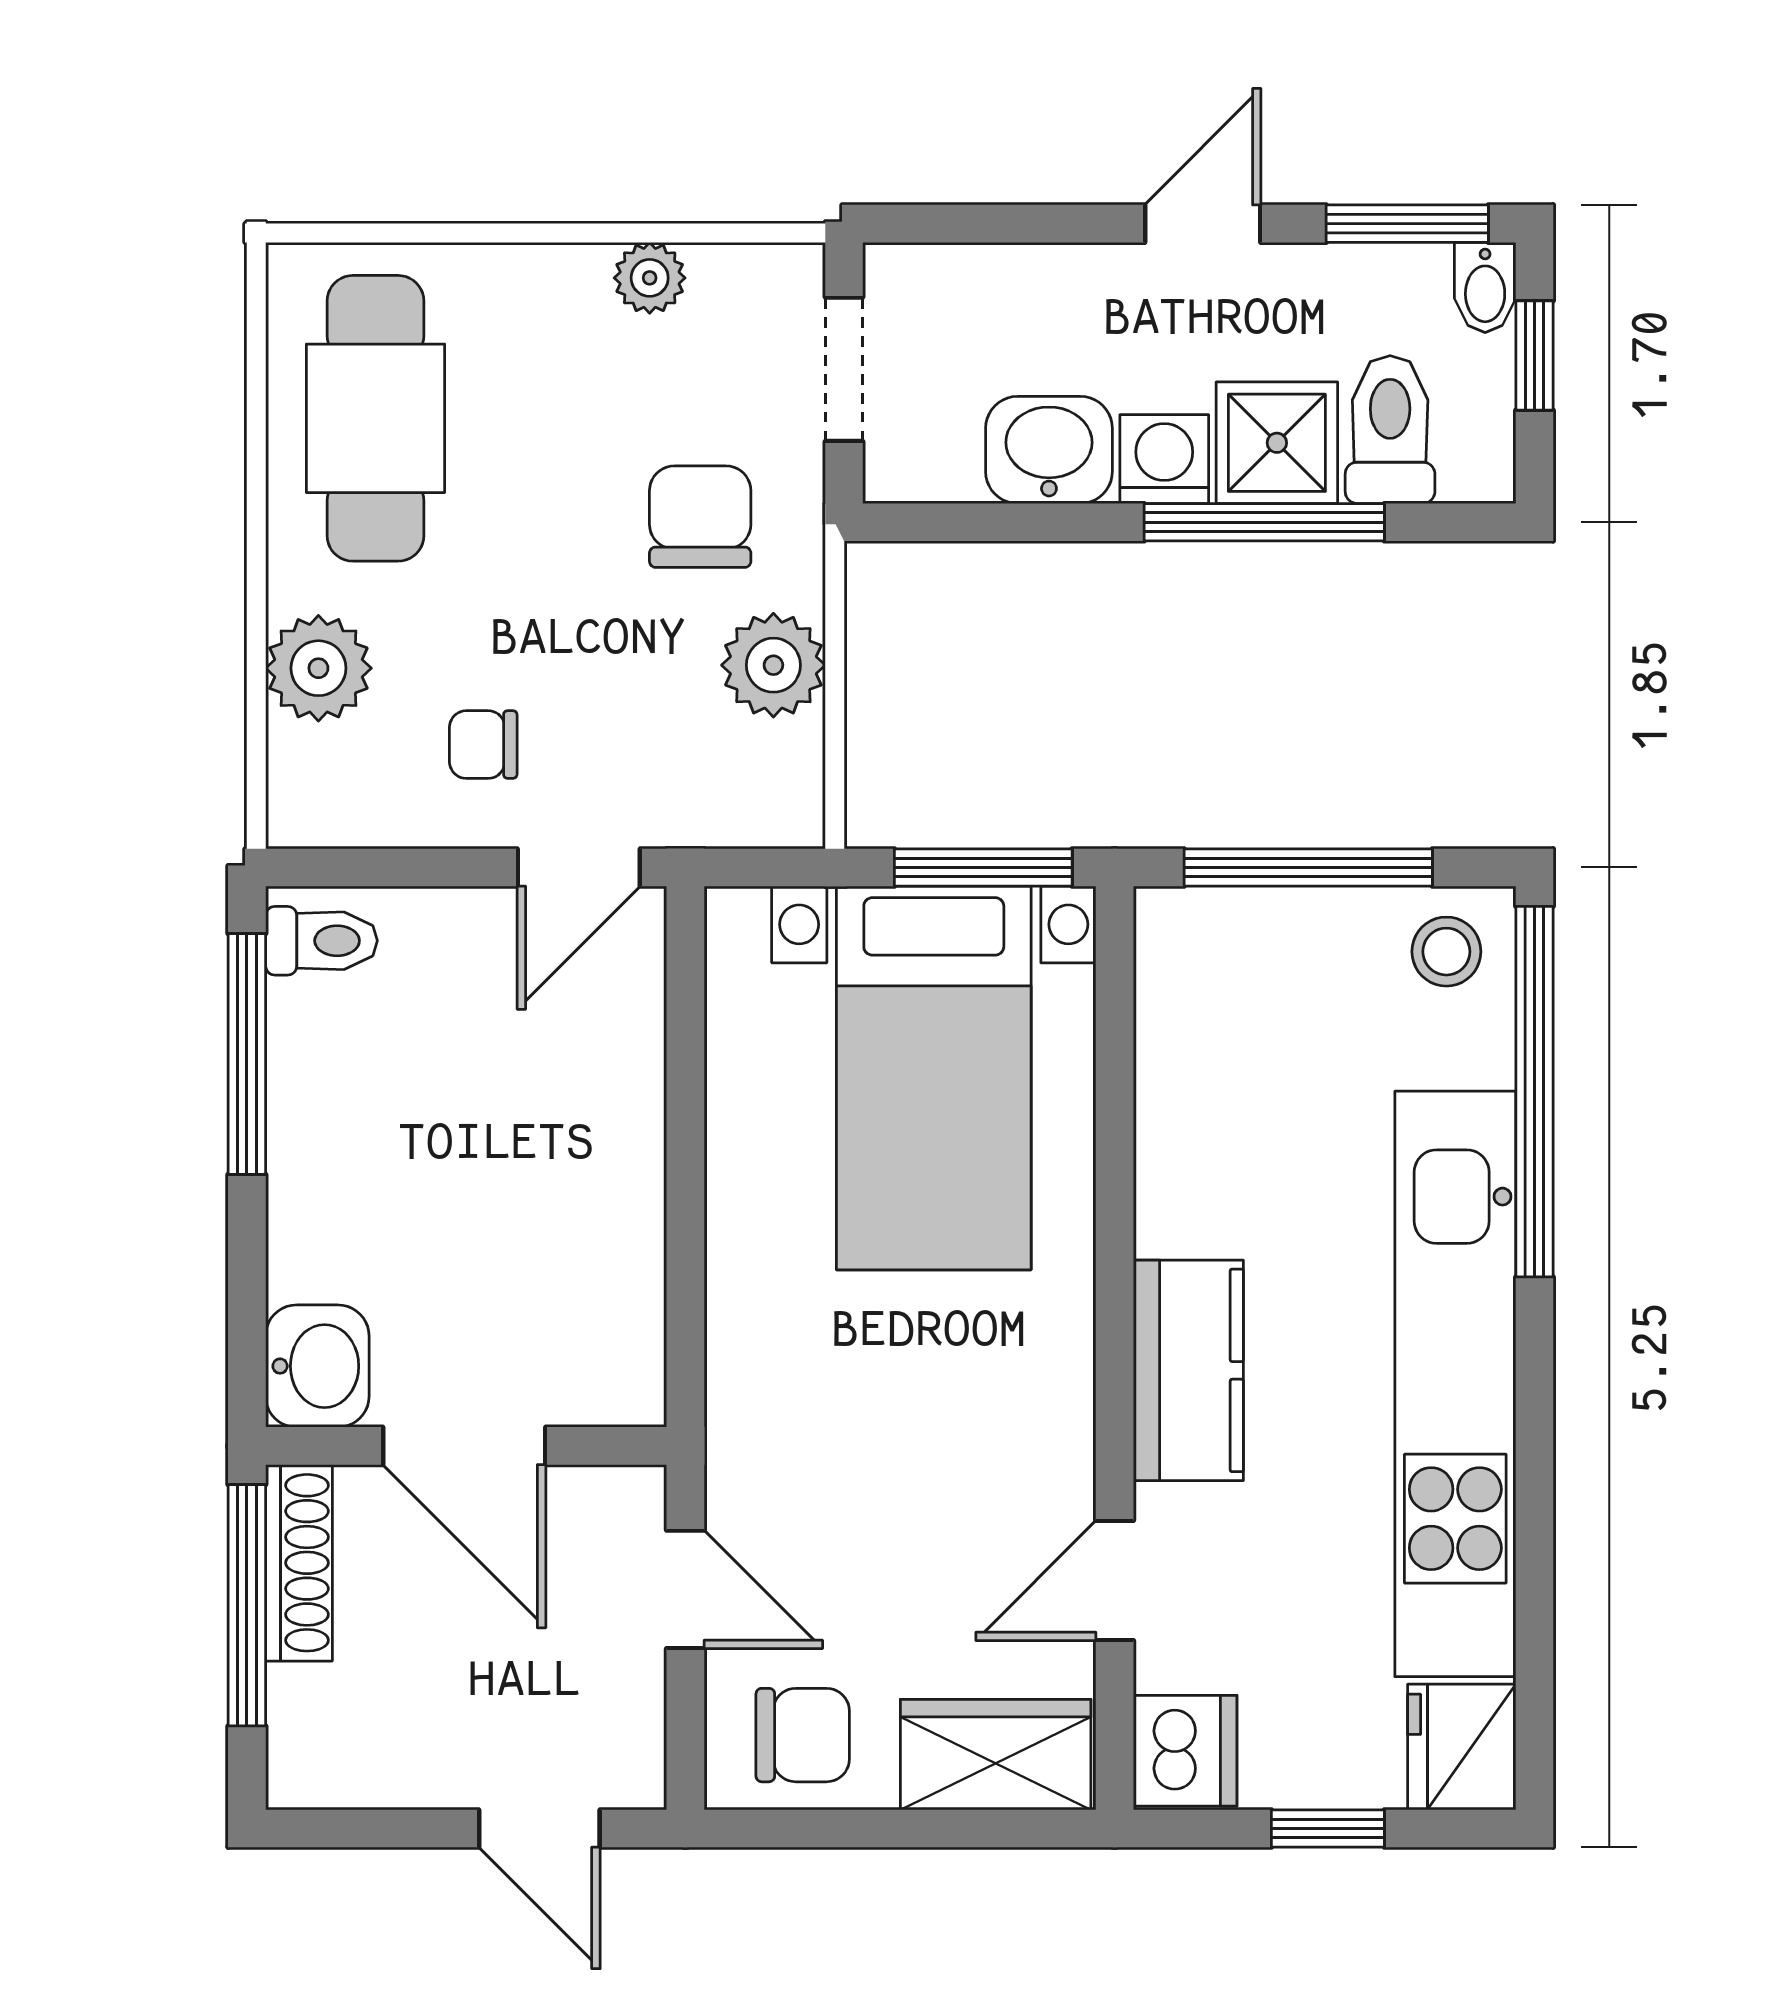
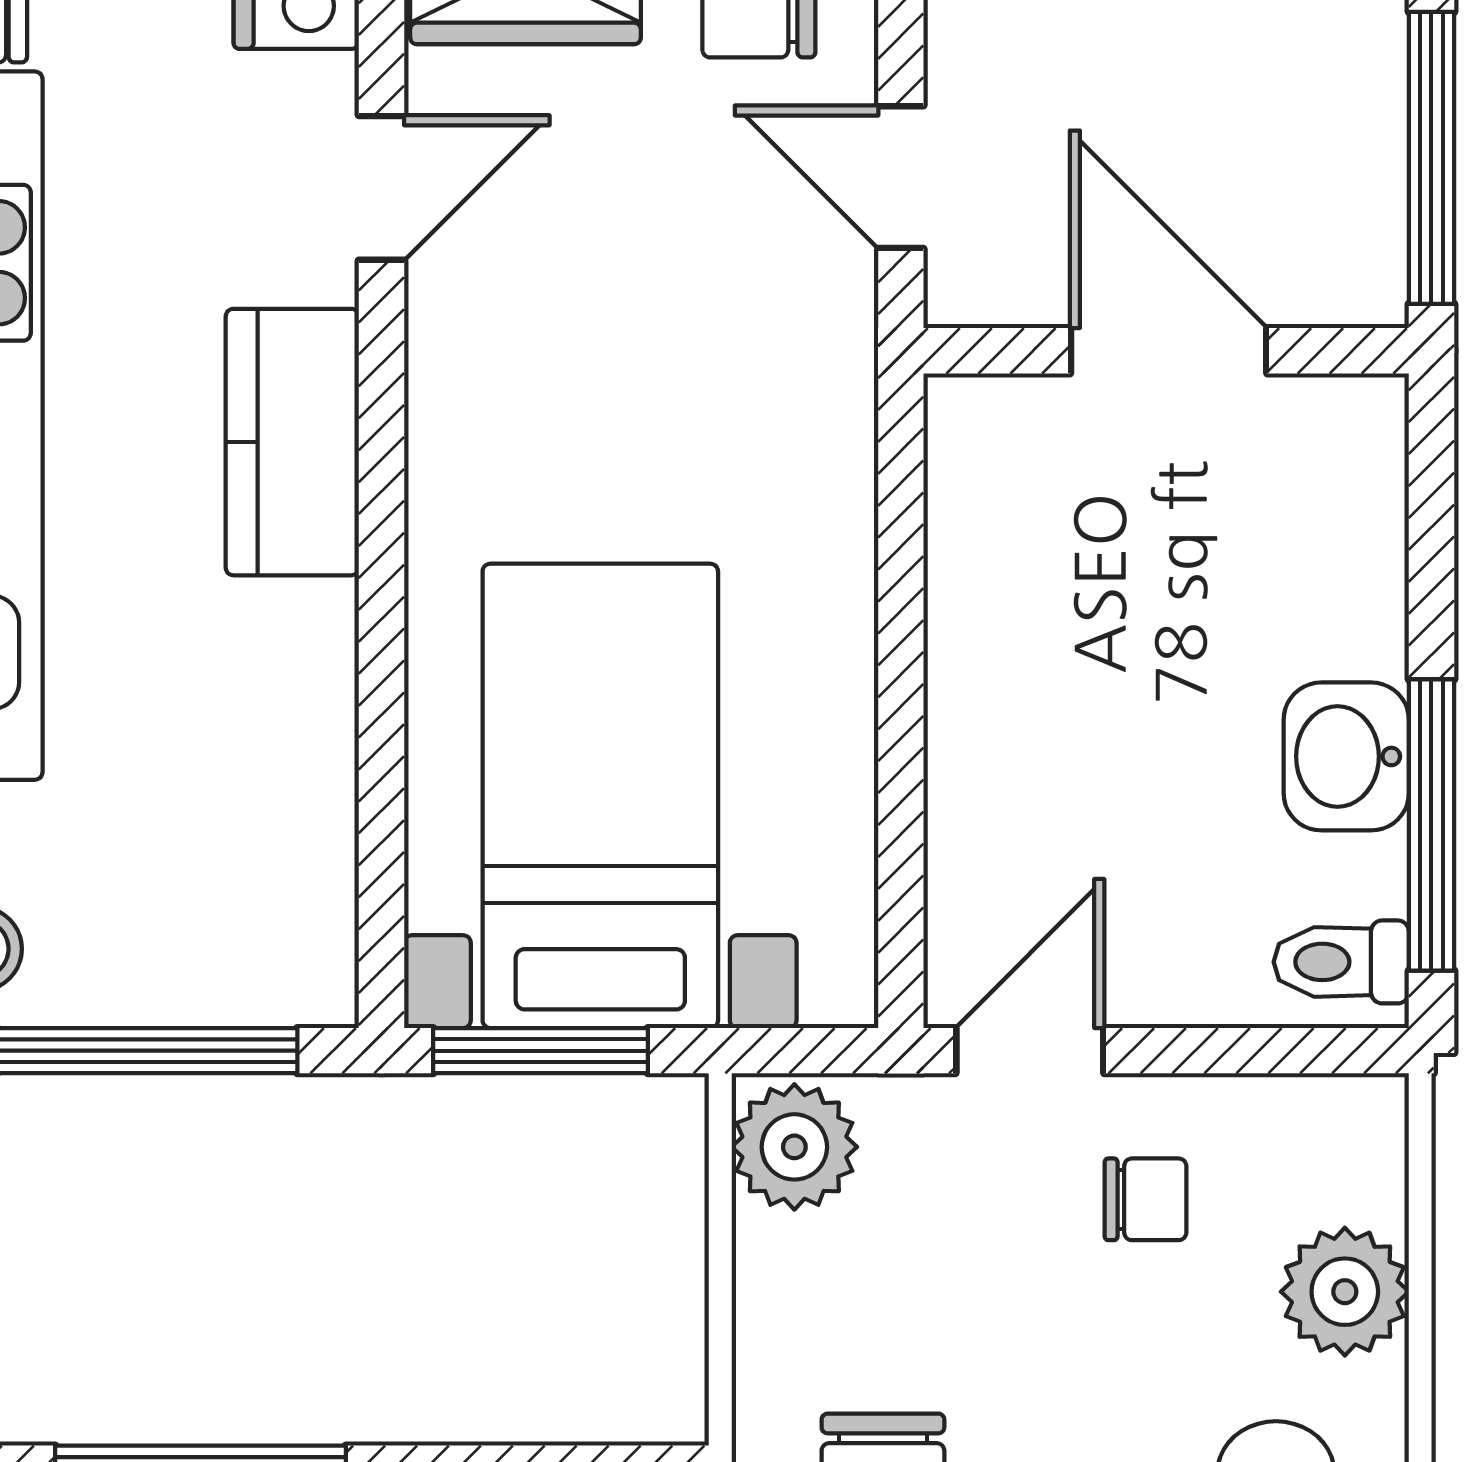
plant: (773, 665) -> (794, 1147), moved
washbasin: (317, 1366) -> (1346, 756), moved
shoe rack: (299, 1563) -> (1368, 209), removed

